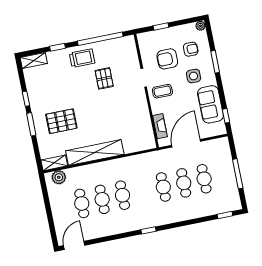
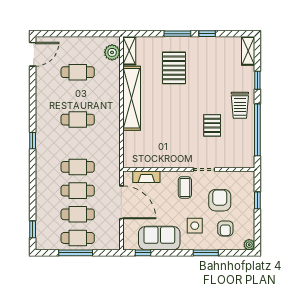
pallet: (104, 78) -> (212, 125), turned 90
cafe table: (102, 199) -> (78, 238), moved
door: (74, 245) -> (33, 54), hinge flipped

